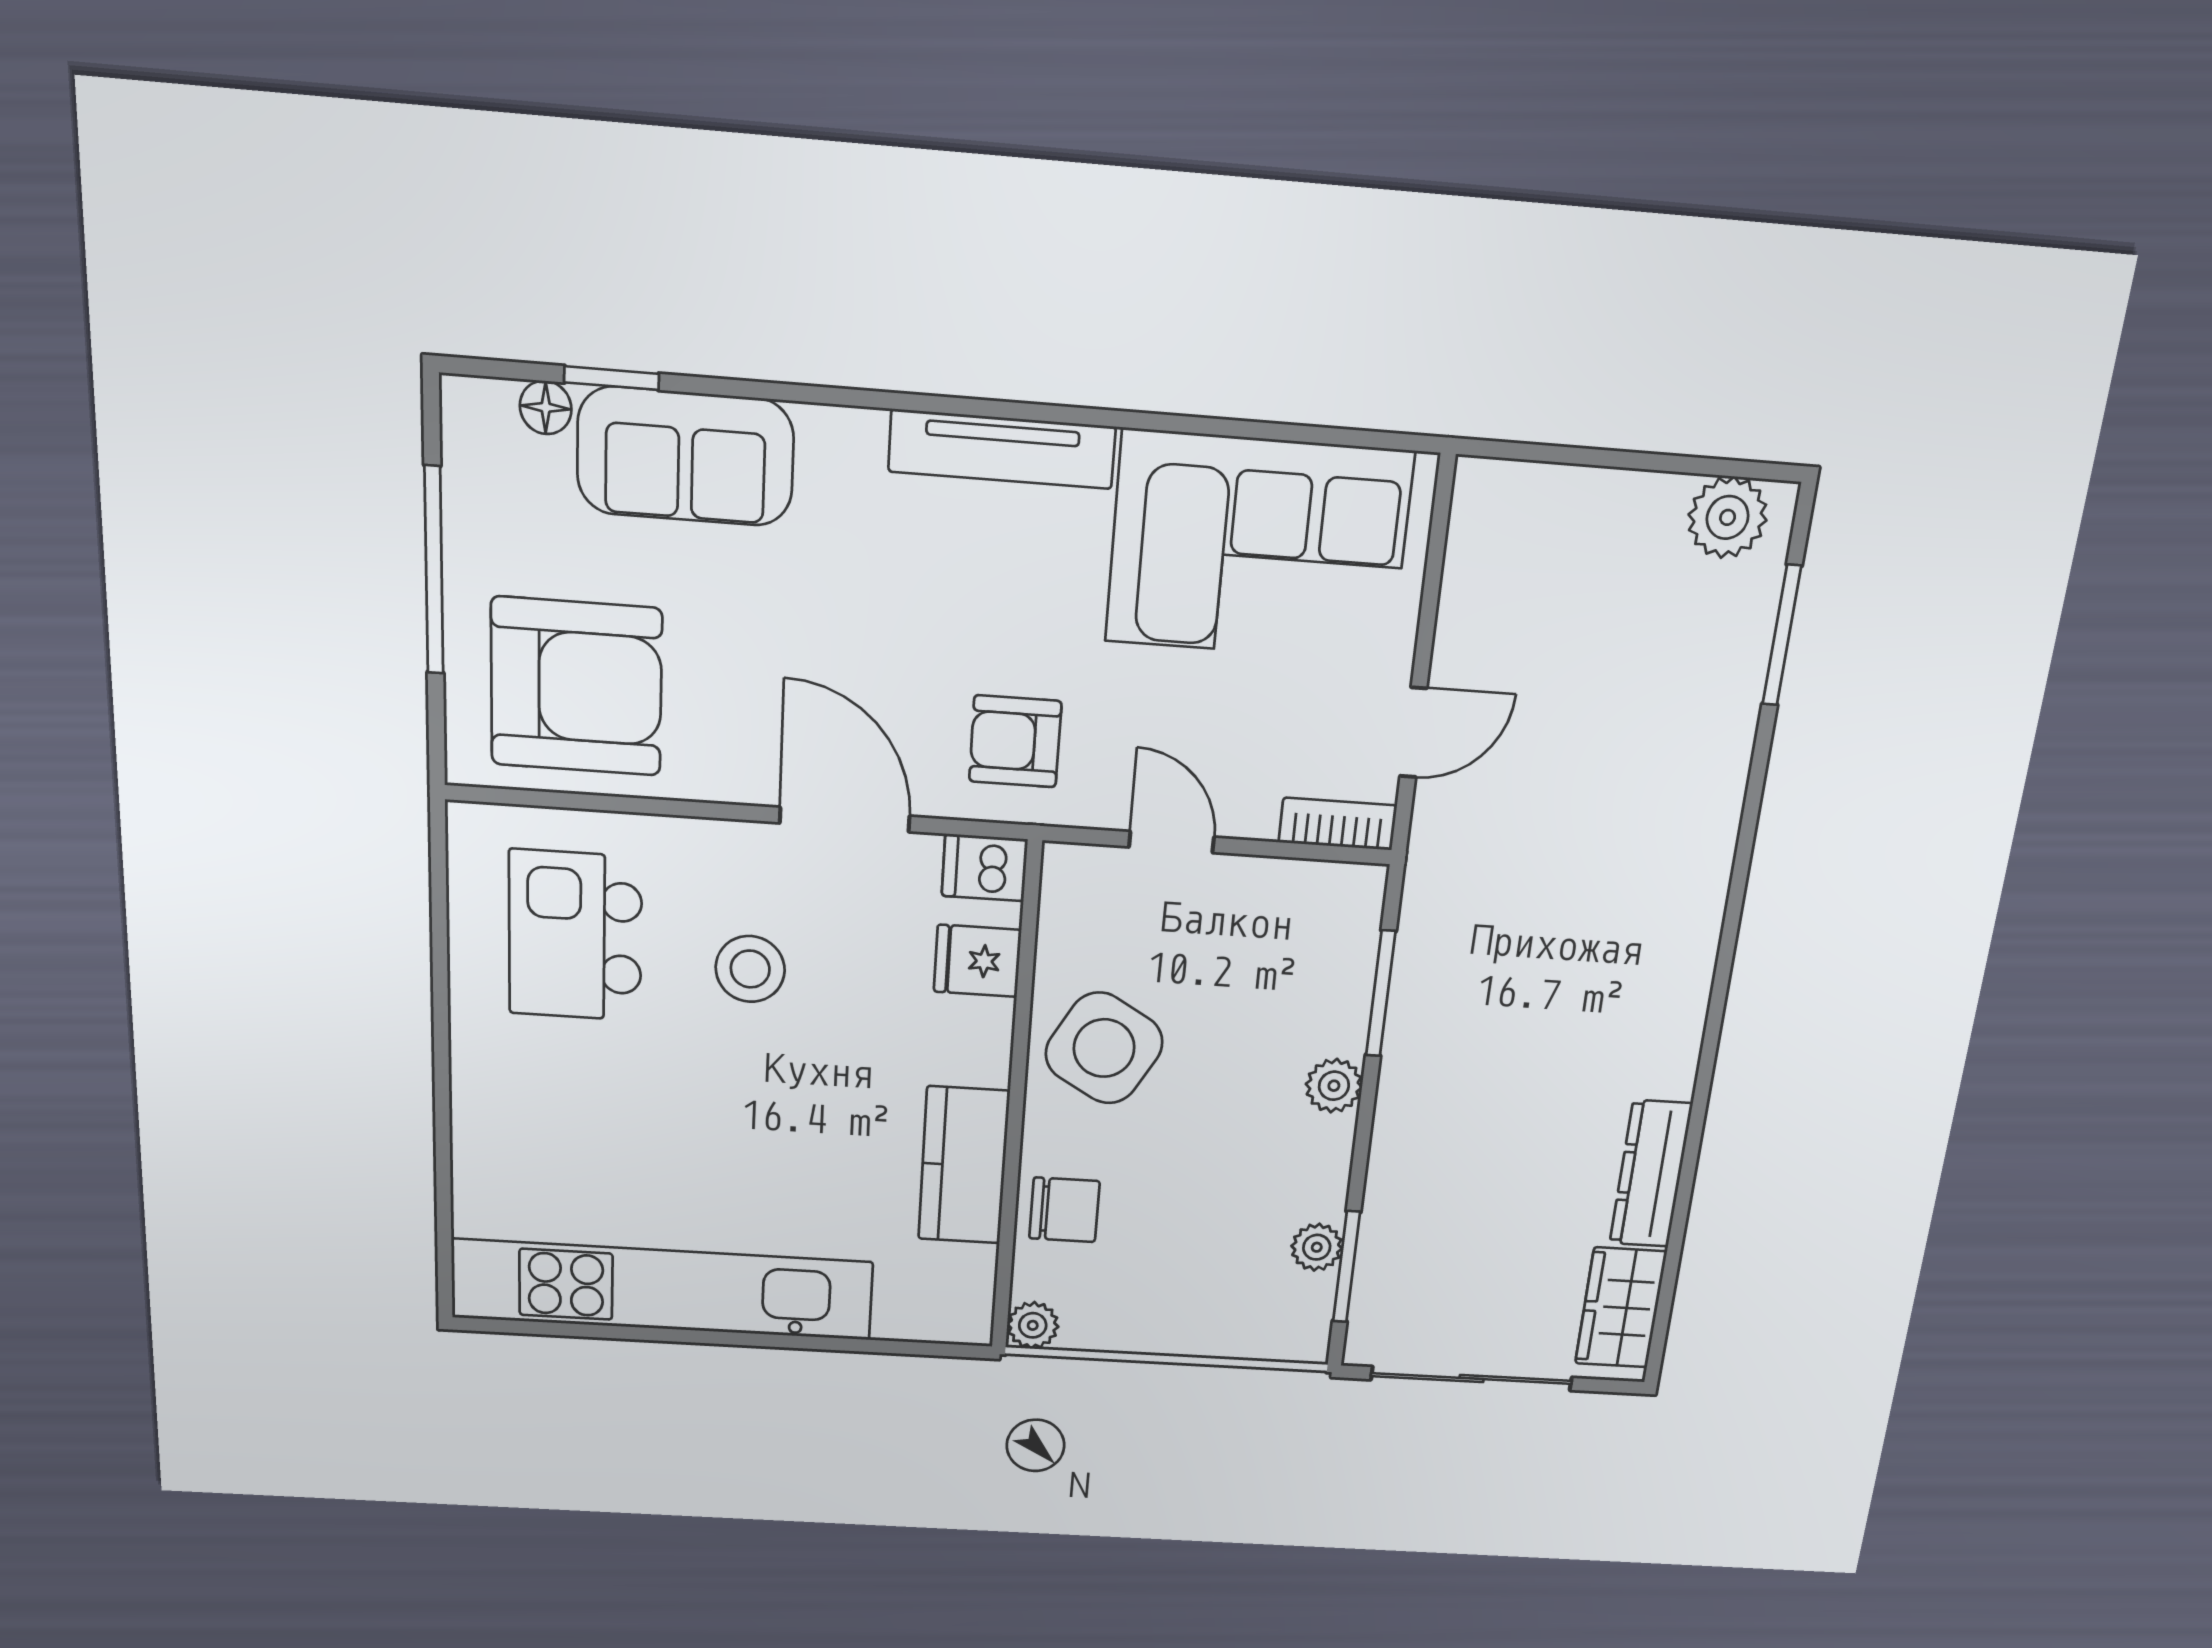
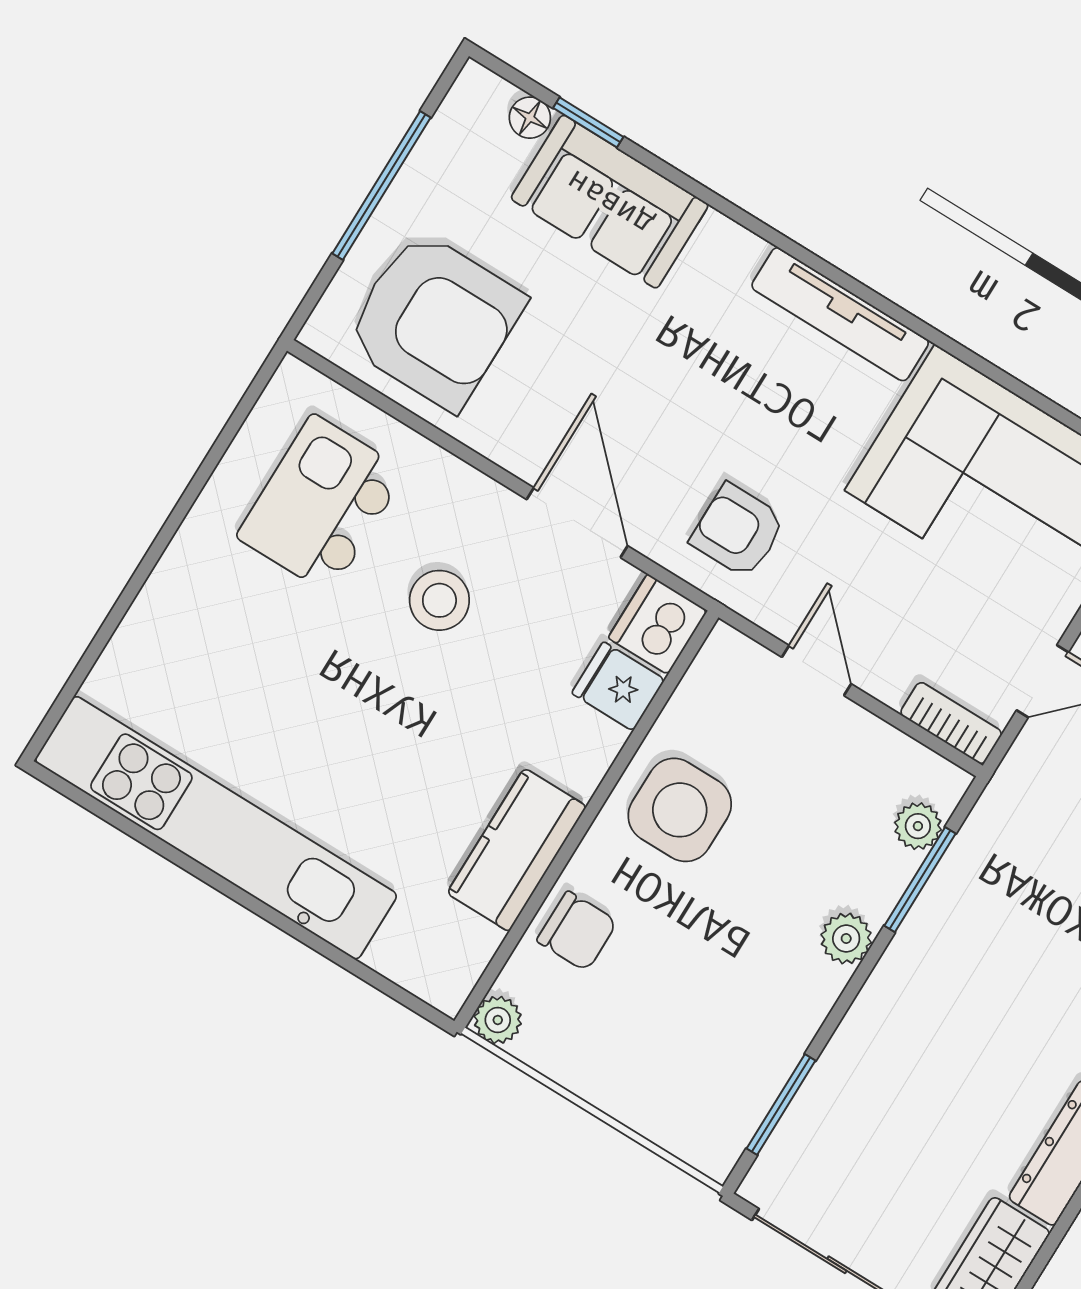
dishwasher: (985, 868) -> (658, 624), width x1.38
side table: (1104, 1048) -> (680, 810), turned -30
plant: (1317, 1247) -> (918, 826), moved

